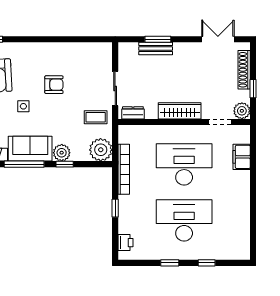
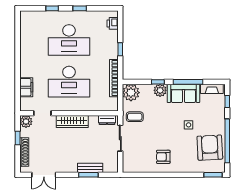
armchair: (54, 85) -> (163, 157), moved

